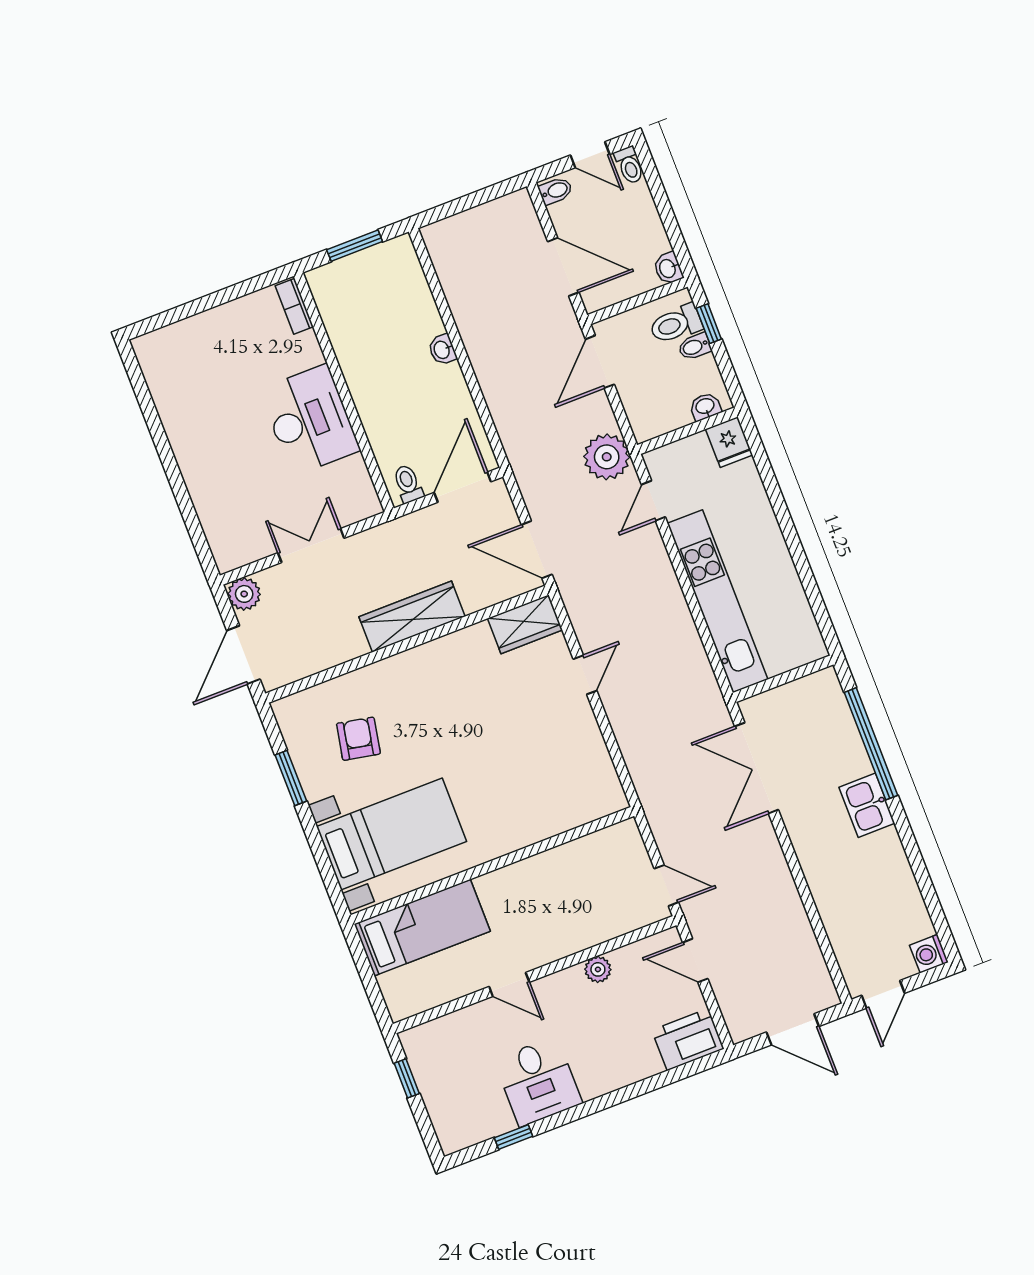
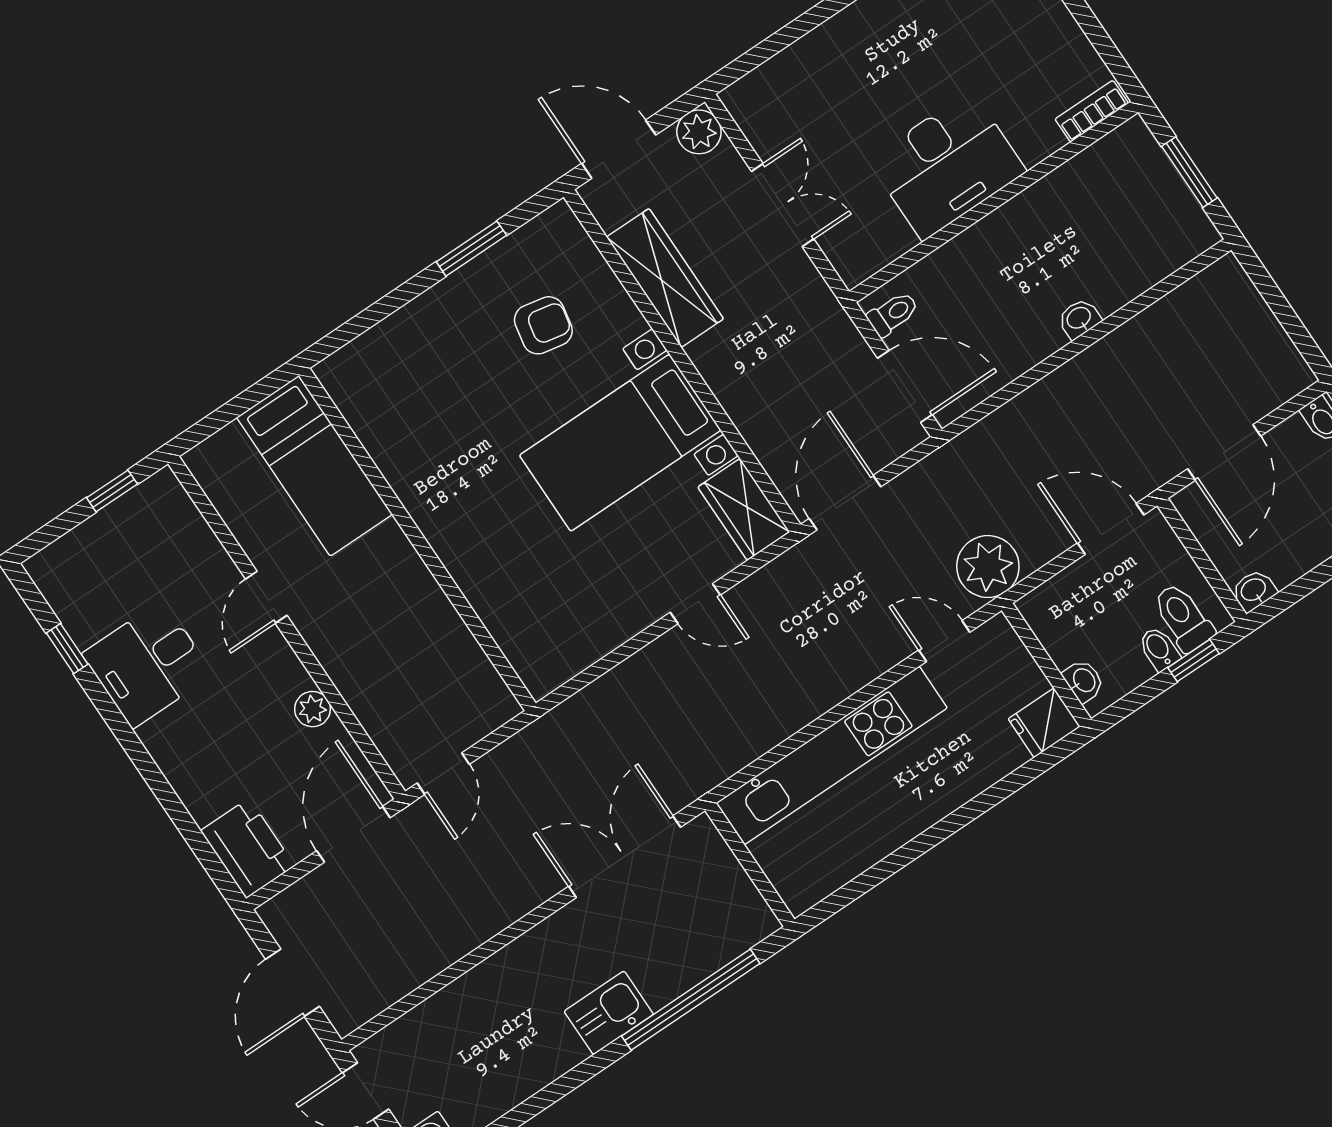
wardrobe: (412, 617) -> (665, 278), moved
bed with nightstands: (391, 834) -> (620, 443), moved, turned 90
door: (695, 961) -> (353, 834), width x1.38

